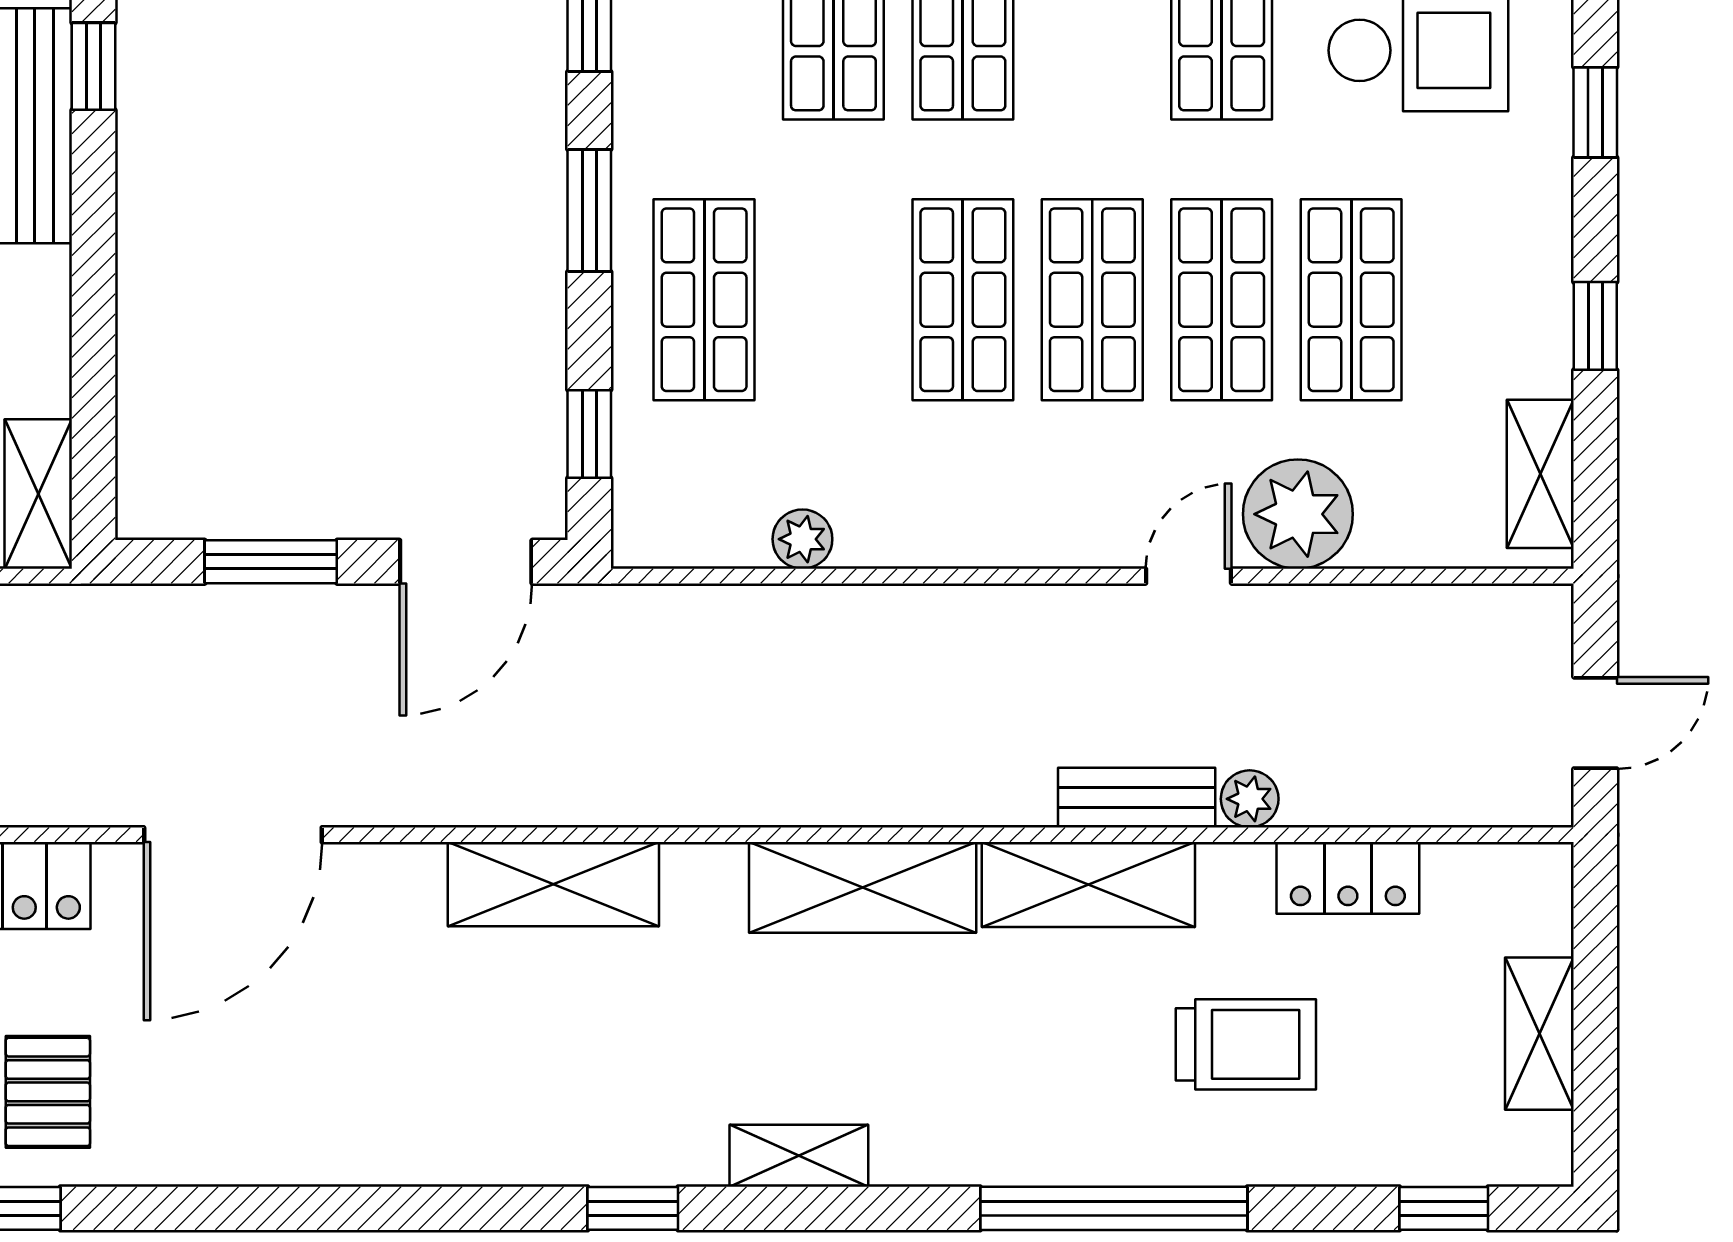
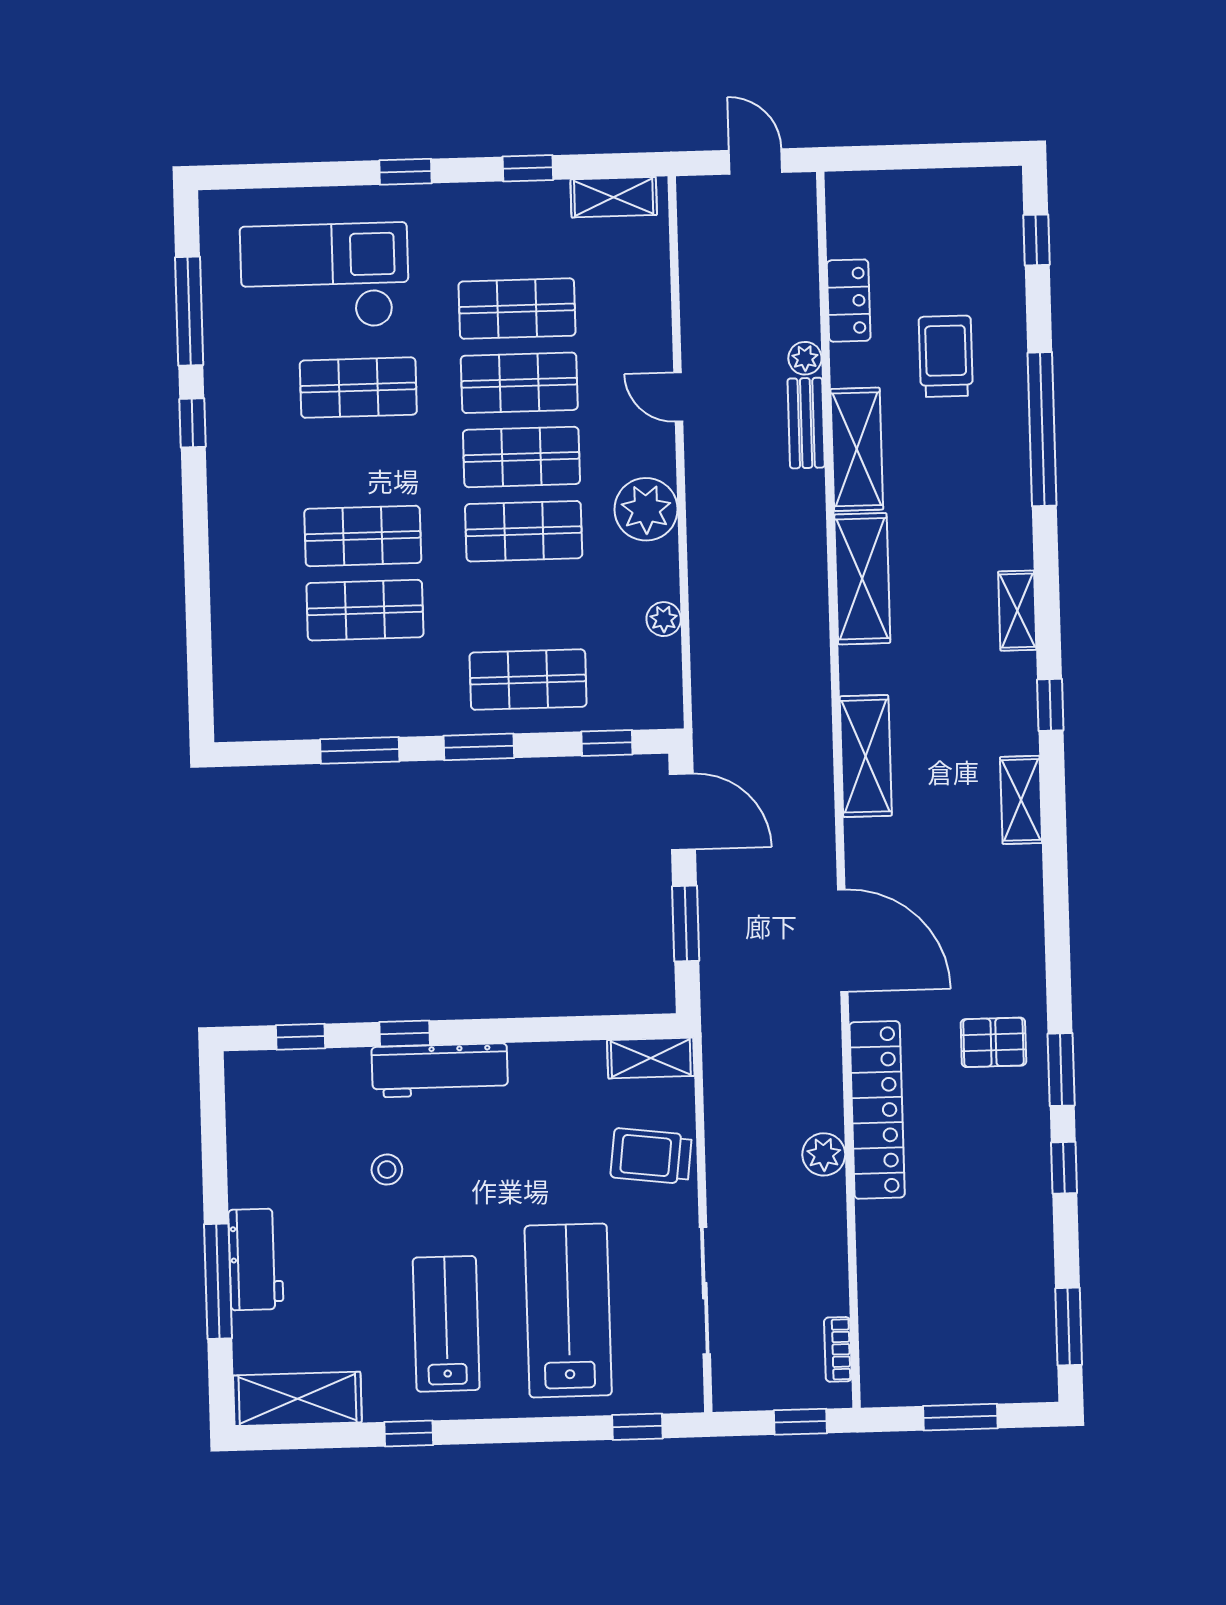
plant: (1298, 514) -> (646, 509), moved
shelving: (1539, 1034) -> (1021, 800), moved, turned 90

